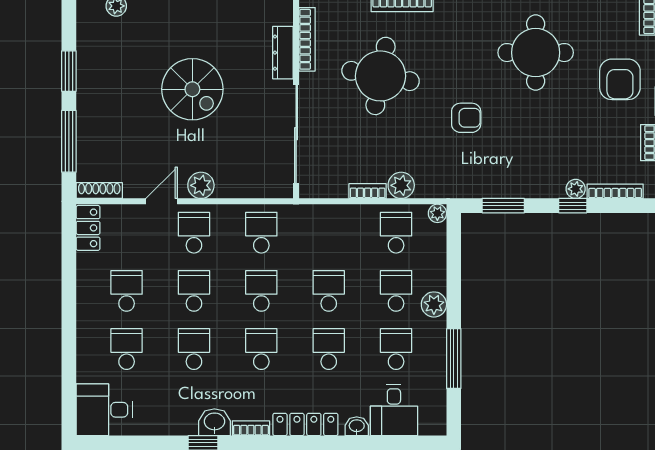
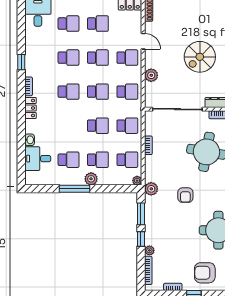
plant: (201, 185) -> (151, 75), moved
plant: (401, 185) -> (151, 189), moved
window: (573, 206) -> (141, 239), moved
school desk: (329, 349) -> (127, 126), moved
window: (454, 359) -> (74, 189), moved
washbasin: (214, 422) -> (32, 68), removed
locker: (305, 424) -> (30, 108), width x0.66

